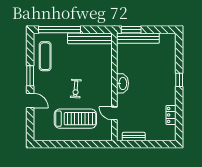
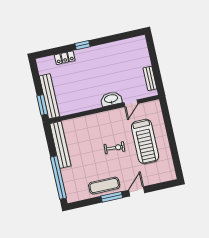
exercise mat: (45, 56) -> (104, 186), moved
washbasin: (122, 83) -> (111, 99), moved
locker: (171, 115) -> (65, 58), moved
treadmill: (75, 119) -> (145, 141), turned 180

